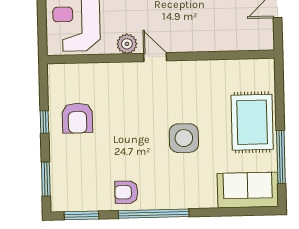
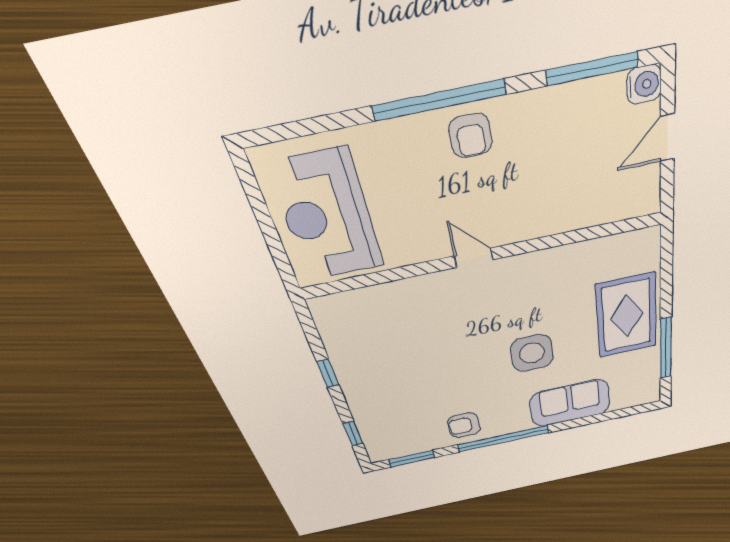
plant: (127, 44) -> (425, 247), removed
armchair: (77, 118) -> (375, 359), removed
window: (46, 179) -> (353, 434), width x0.67
sofa: (248, 190) -> (570, 403), moved

